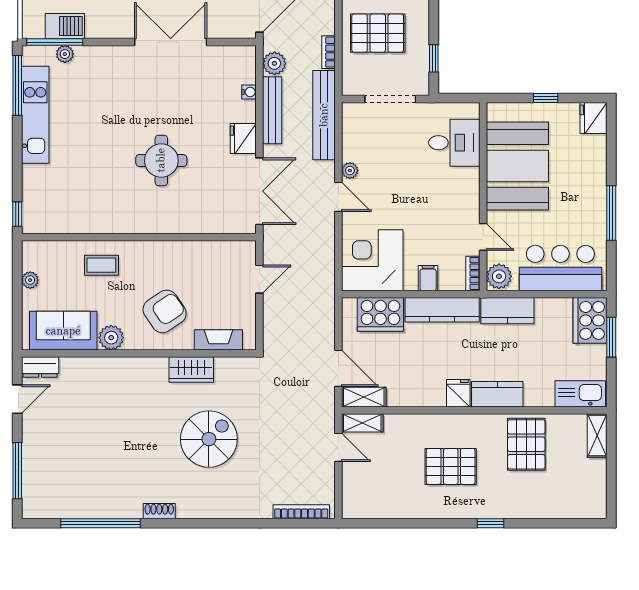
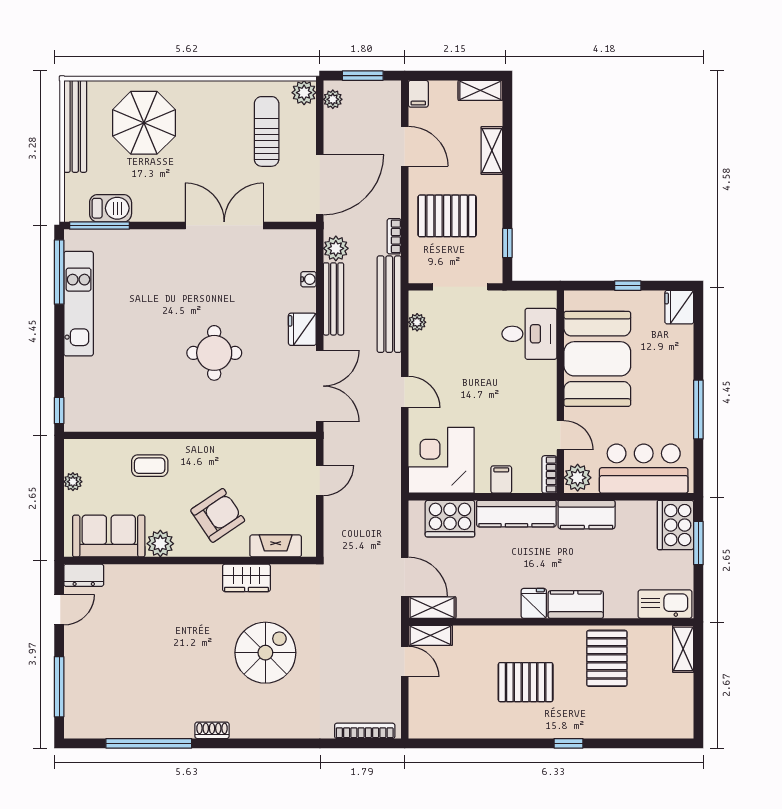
plant: (65, 54) -> (110, 238), removed
plant: (350, 171) -> (417, 322), moved

